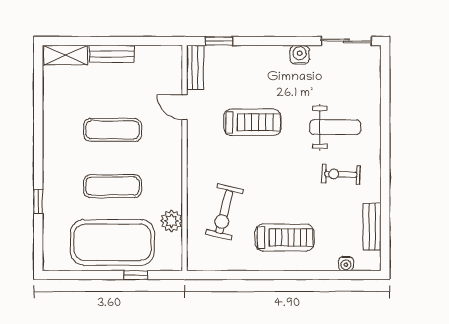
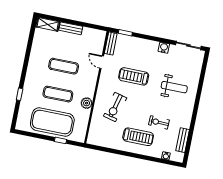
treadmill: (252, 122) -> (134, 76), turned 180
exercise bike: (341, 174) -> (159, 122), moved
exercise bike: (224, 212) -> (115, 107), moved
plant: (171, 221) -> (87, 103), moved

